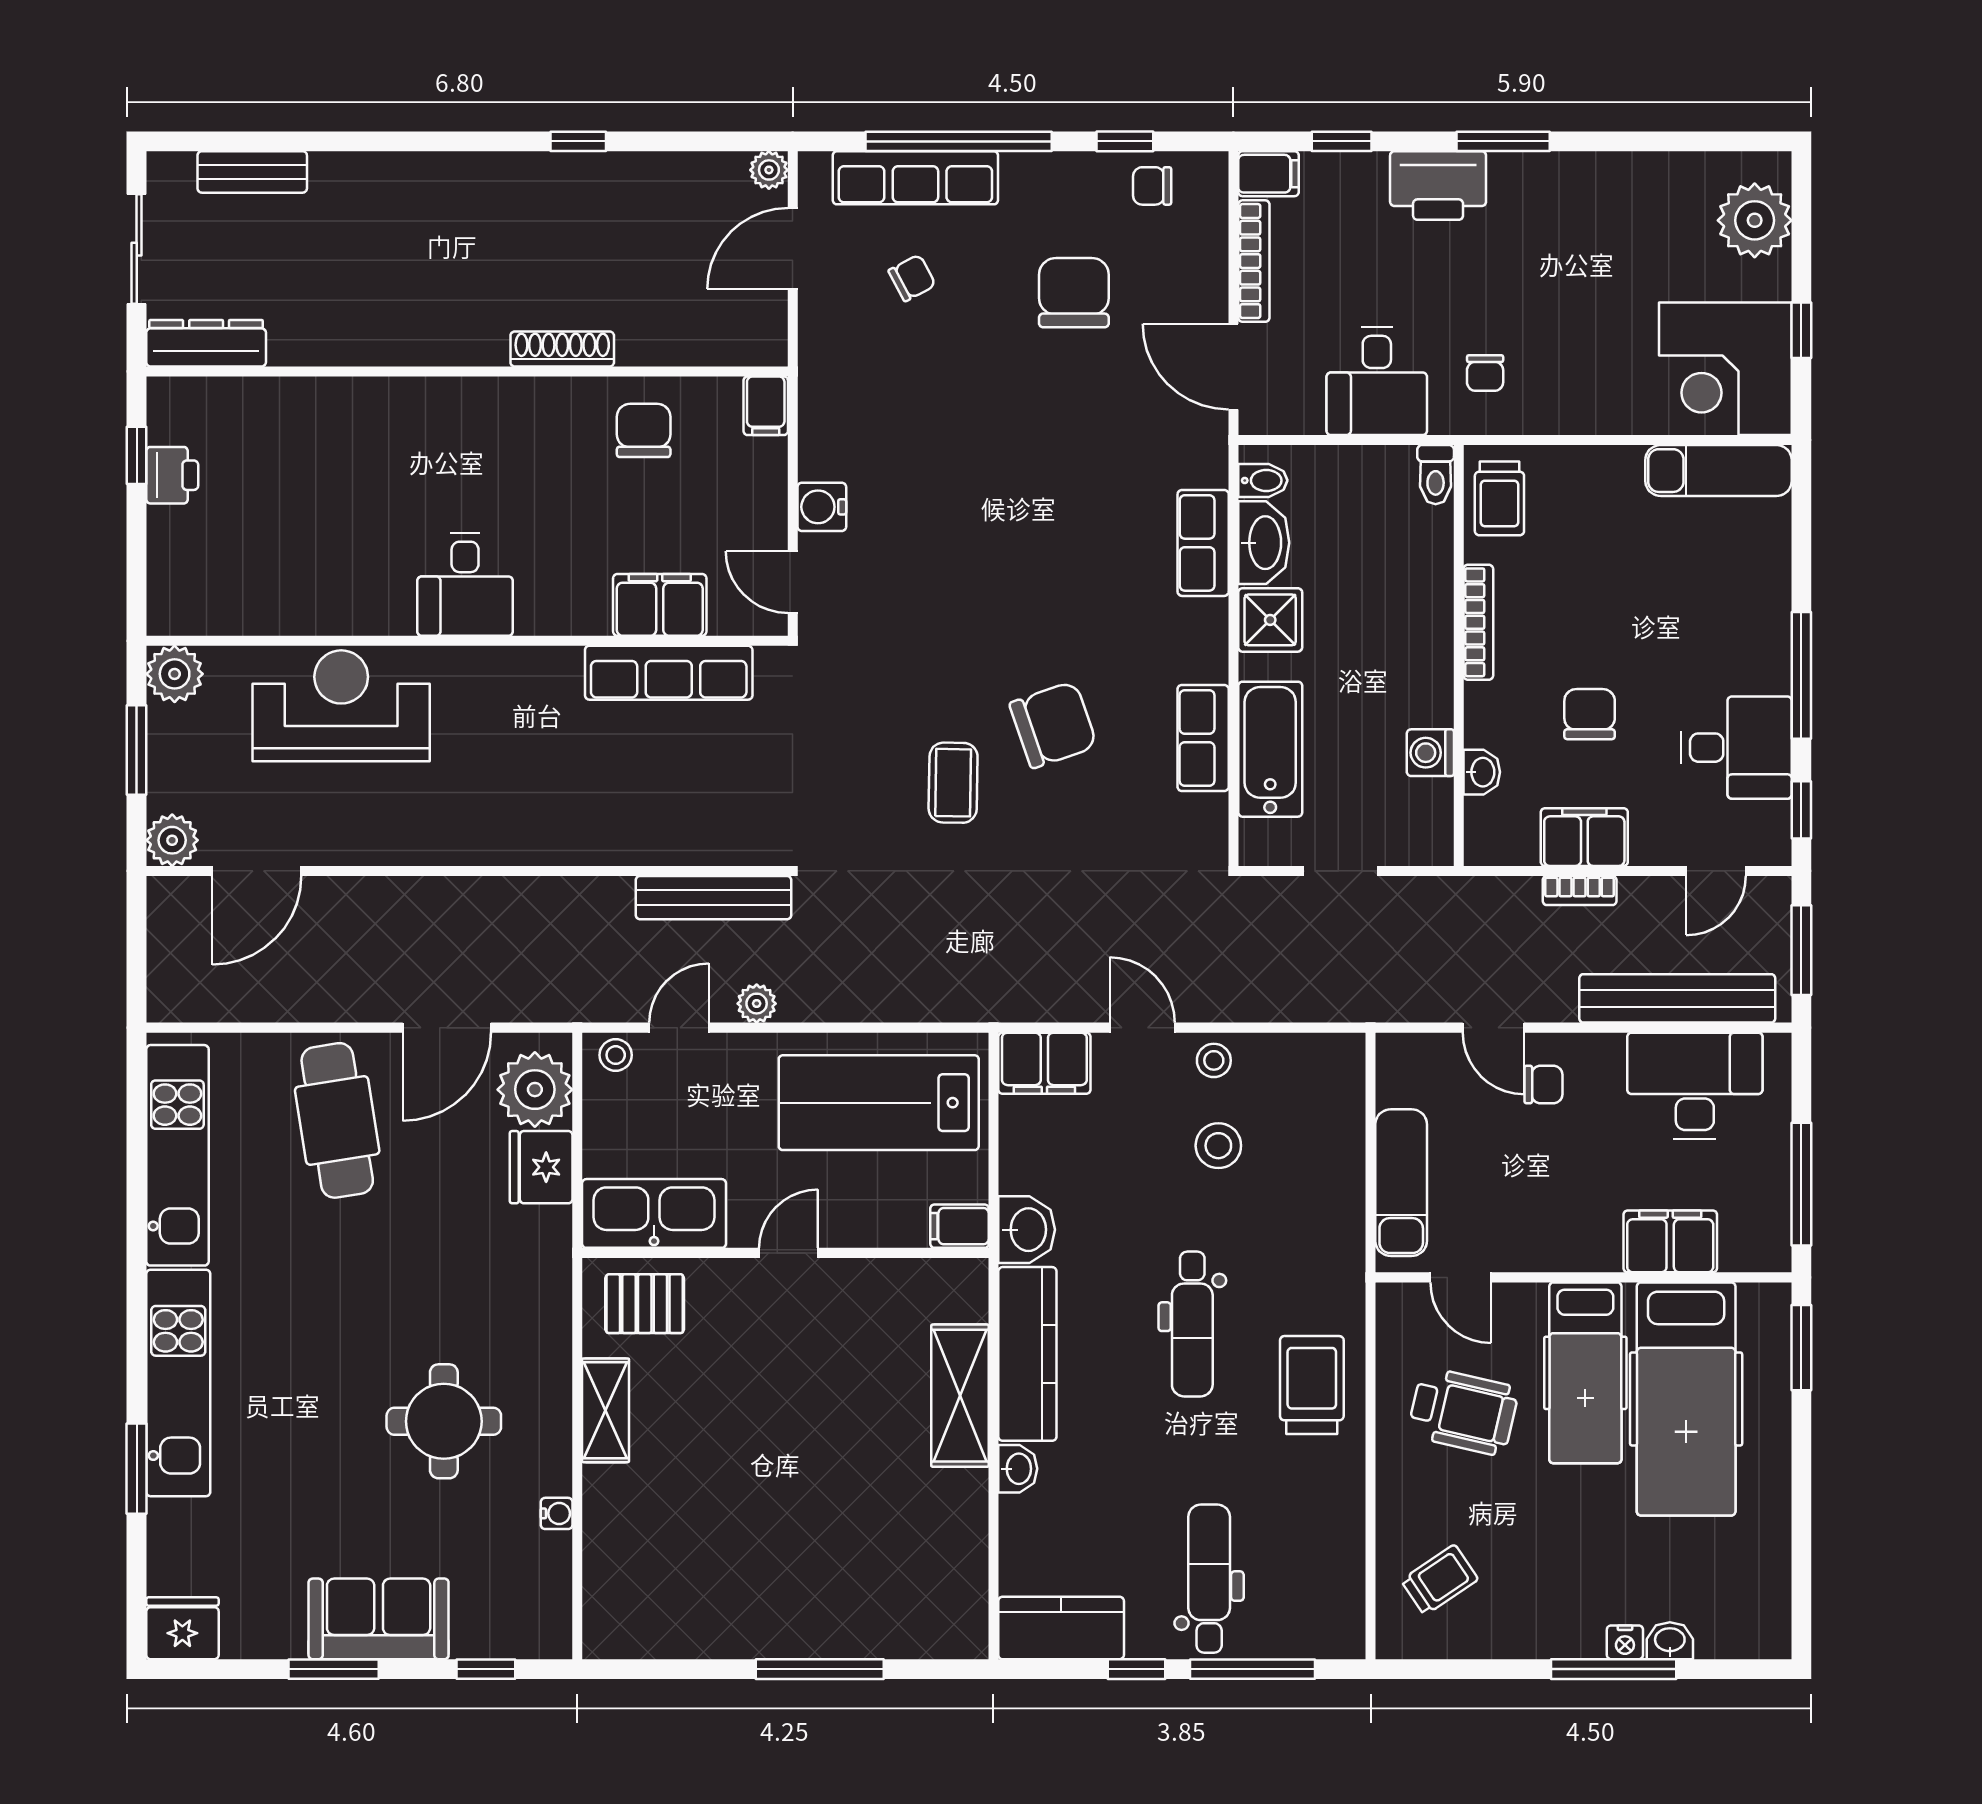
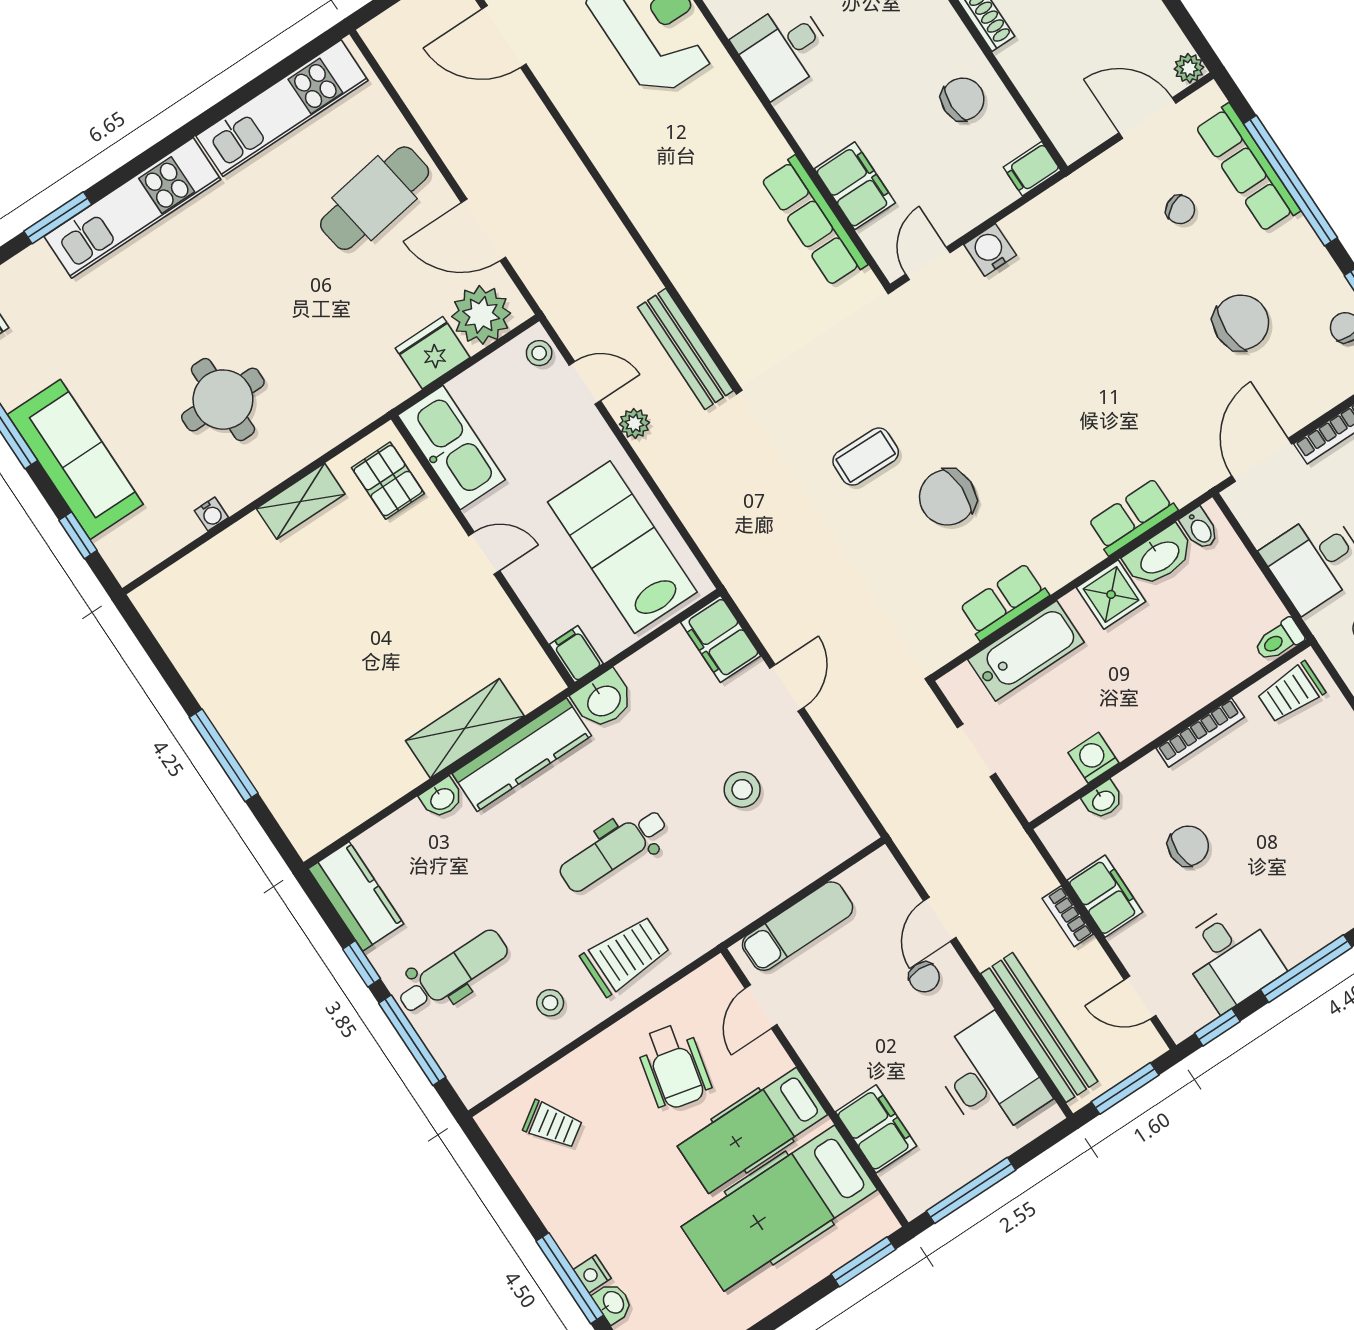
chair: (1053, 725) -> (947, 497), turned 109
stool: (1214, 1060) -> (550, 1003), moved
sofa: (379, 1619) -> (75, 459), width x1.36

